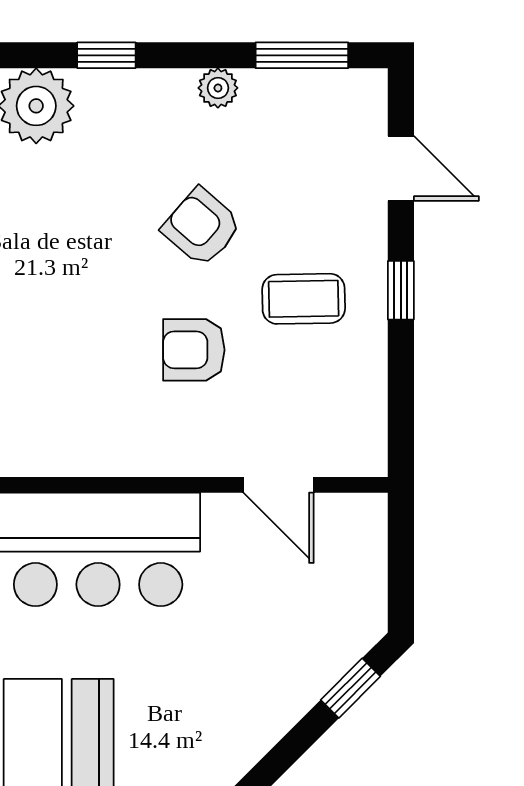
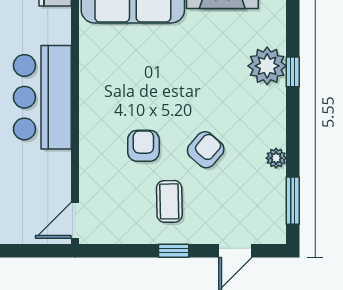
window: (106, 55) -> (293, 72), moved
door: (279, 485) -> (75, 220), moved

